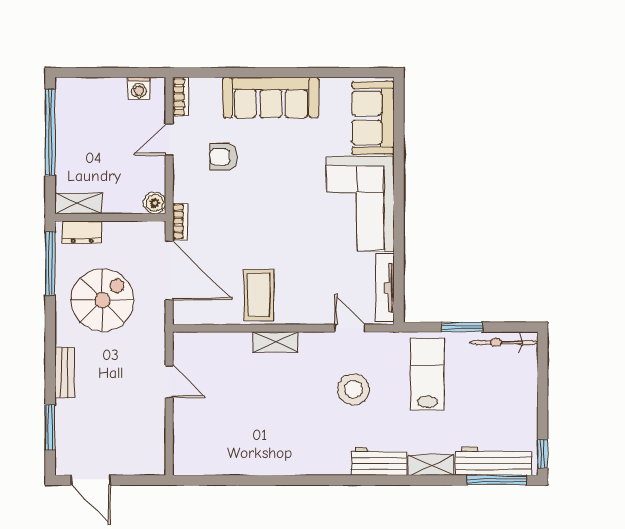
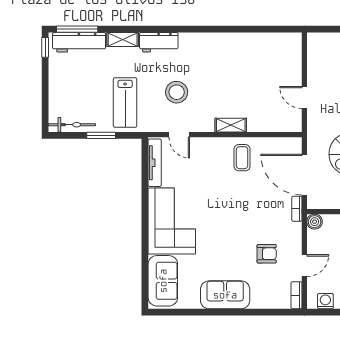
sofa: (271, 98) -> (225, 295), width x0.73
coffee table: (259, 295) -> (242, 158), width x0.73, depth x0.77

